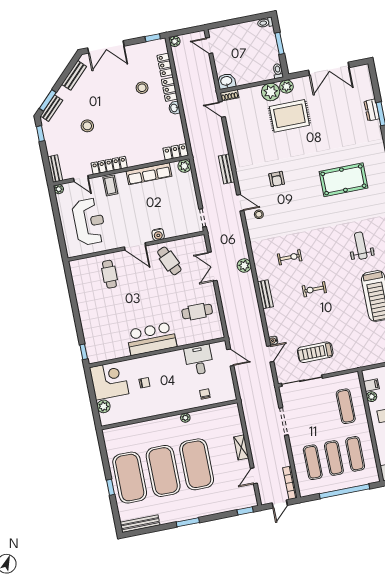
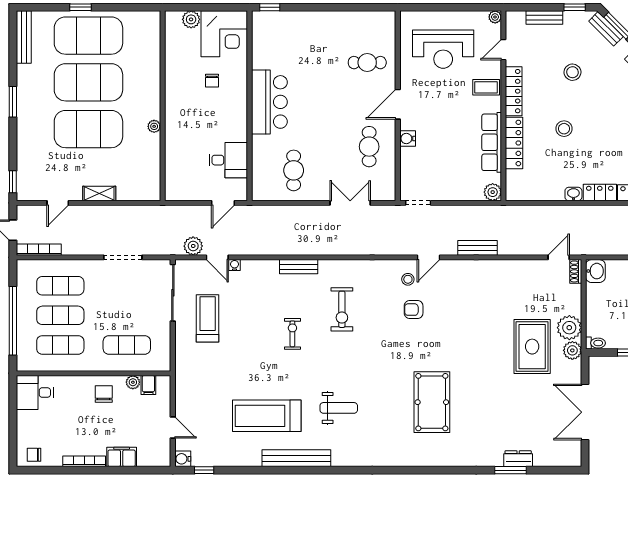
stool: (142, 88) -> (564, 129), moved
locker: (176, 152) -> (514, 143), moved, width x1.53
bench: (55, 169) -> (544, 18), moved
armchair: (277, 179) -> (414, 310), moved
exercise bike: (290, 257) -> (342, 309), width x1.38, depth x1.39
cafe table: (169, 261) -> (369, 147), turned -66
plant: (244, 265) -> (193, 246), moved
chair: (205, 394) -> (181, 159), removed
door: (254, 476) -> (58, 203), swing flipped

